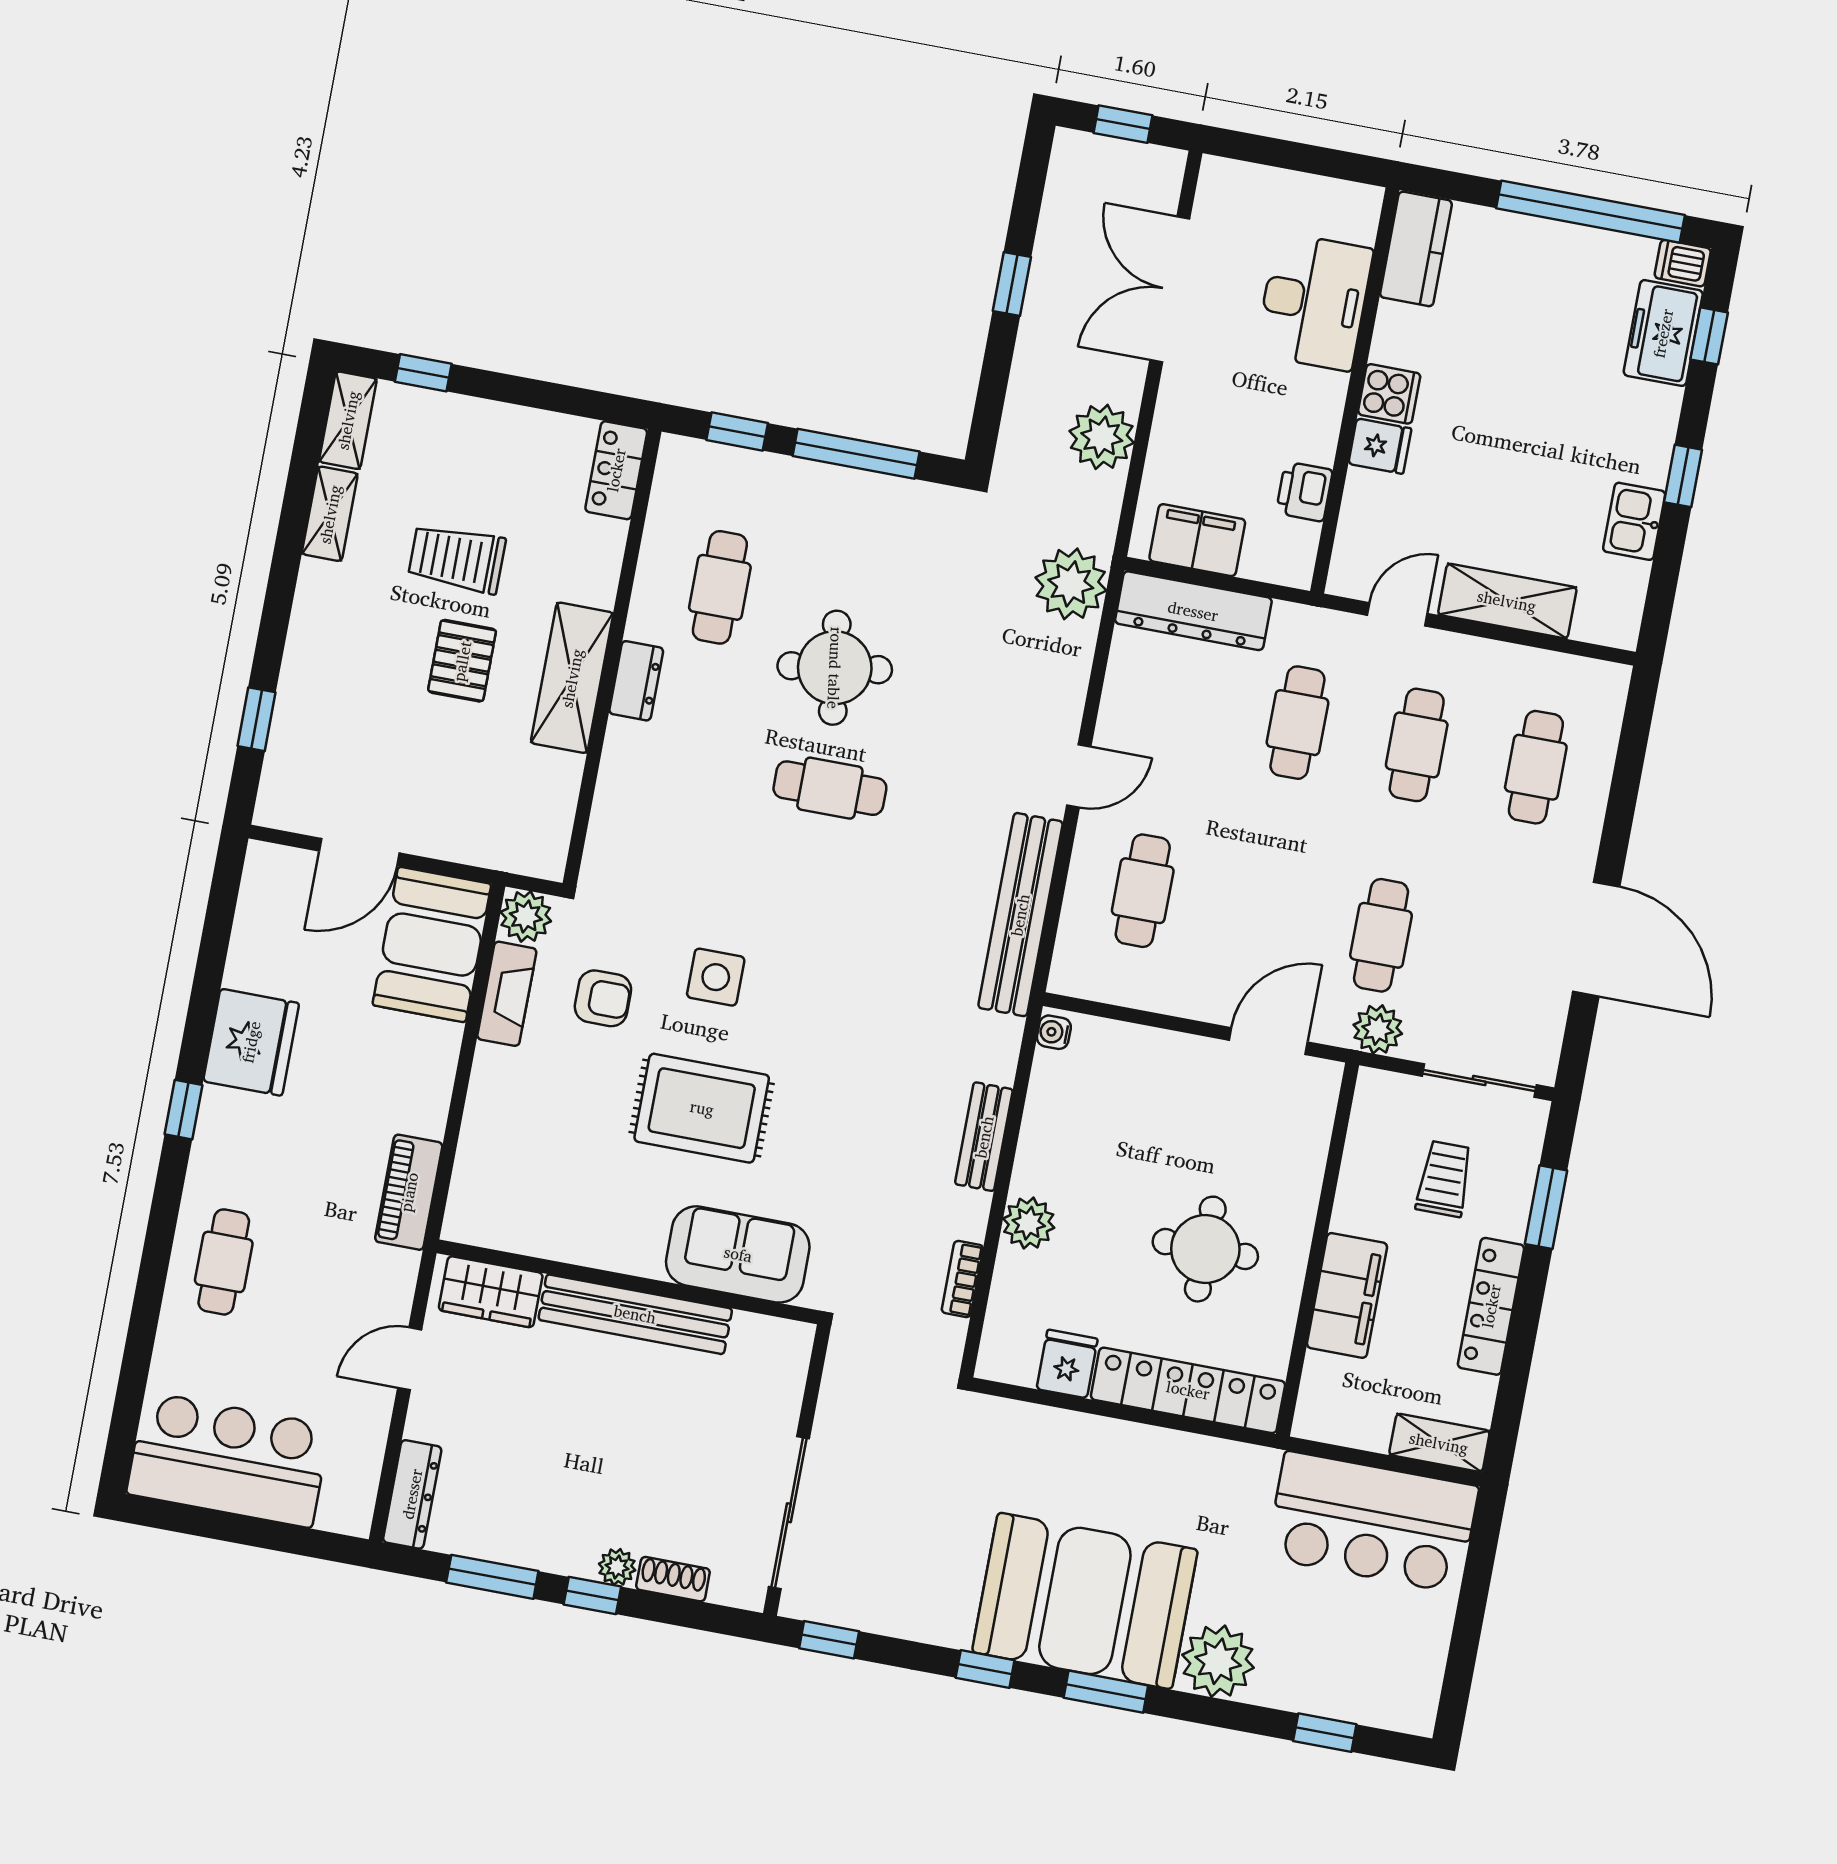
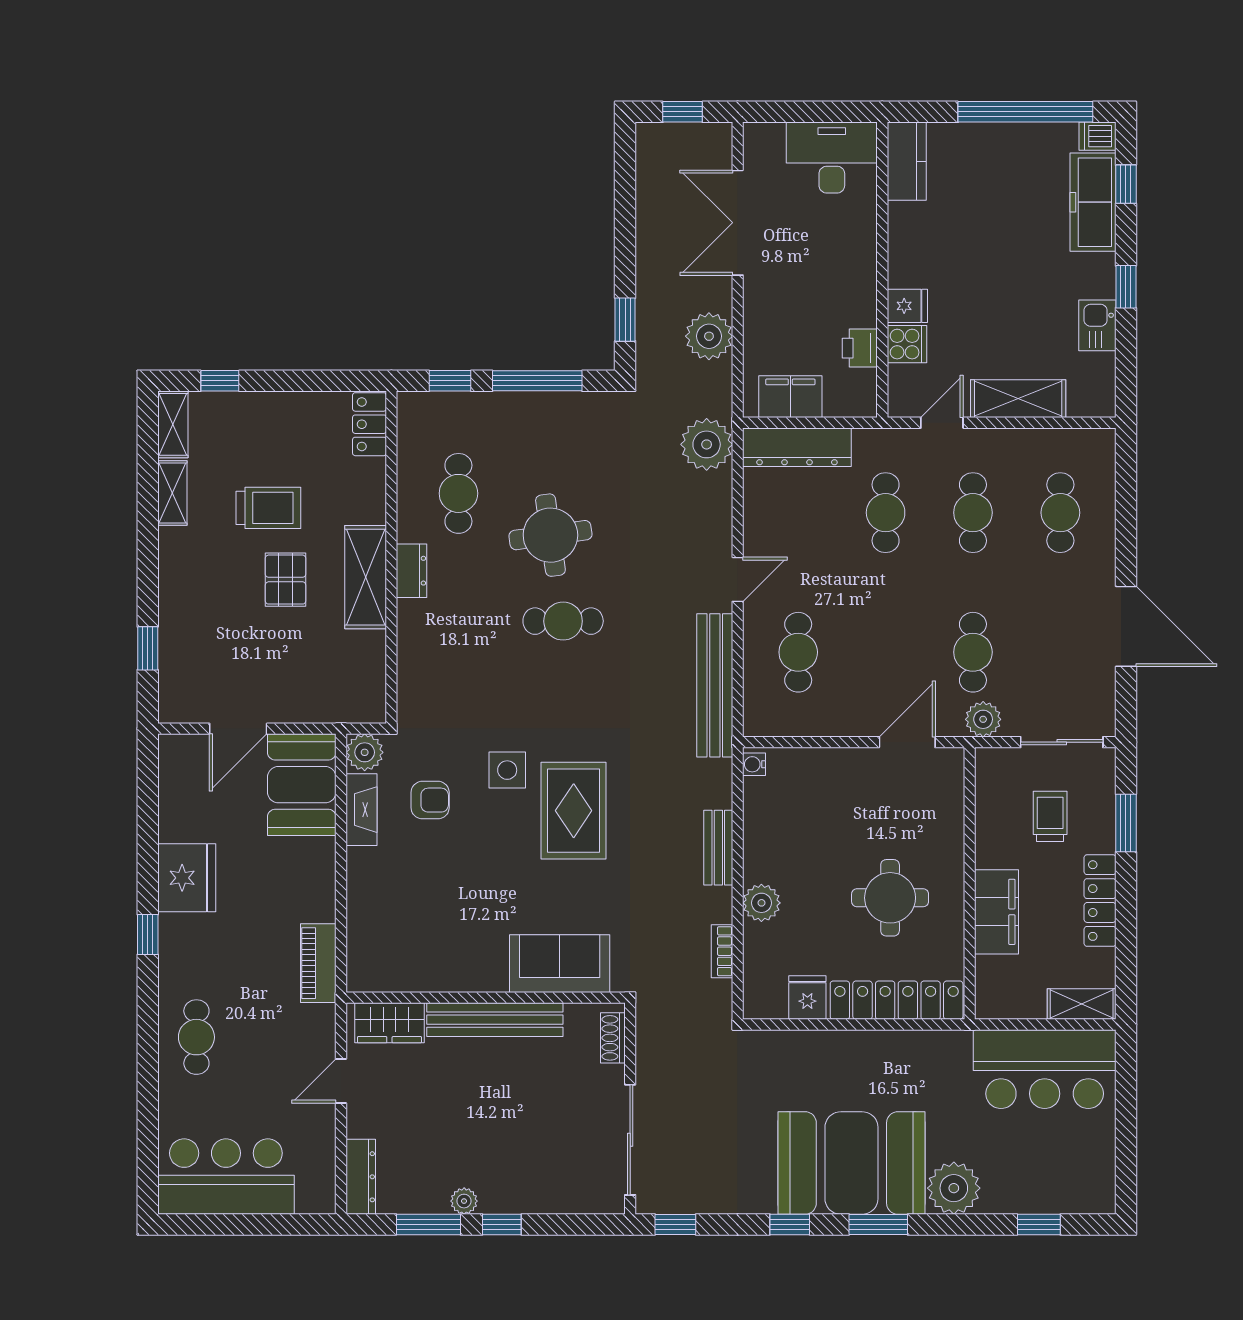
window: (1012, 284) -> (625, 320), moved
desk: (1314, 302) -> (832, 158), moved, turned -90
freezer: (1663, 333) -> (1093, 202), width x1.40
cooker: (1389, 394) -> (907, 344), moved
trolley: (457, 559) -> (268, 508), turned 180
rug: (702, 1108) -> (574, 811), moved, turned 90
plant: (617, 1567) -> (464, 1201), moved
shoe rack: (673, 1579) -> (613, 1038), moved, turned -90

